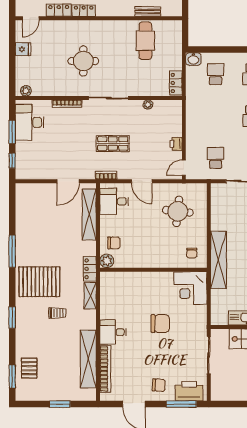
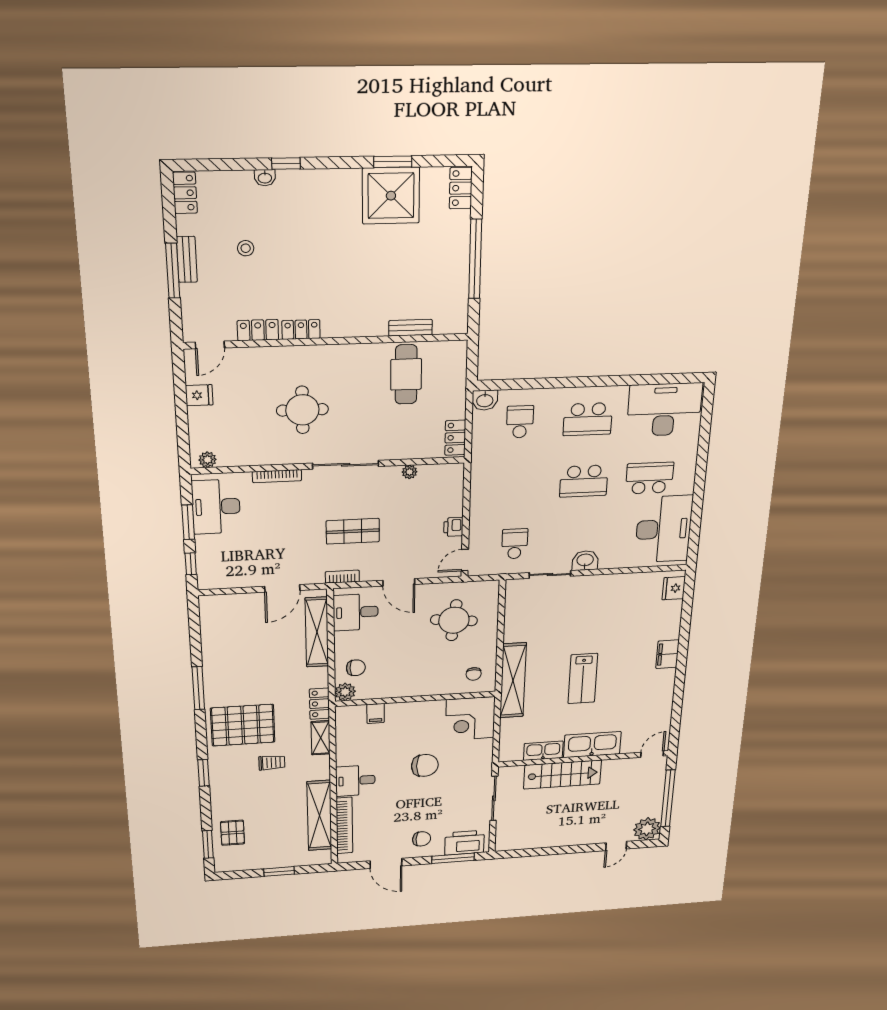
filing cabinet: (127, 279) -> (376, 713), added

